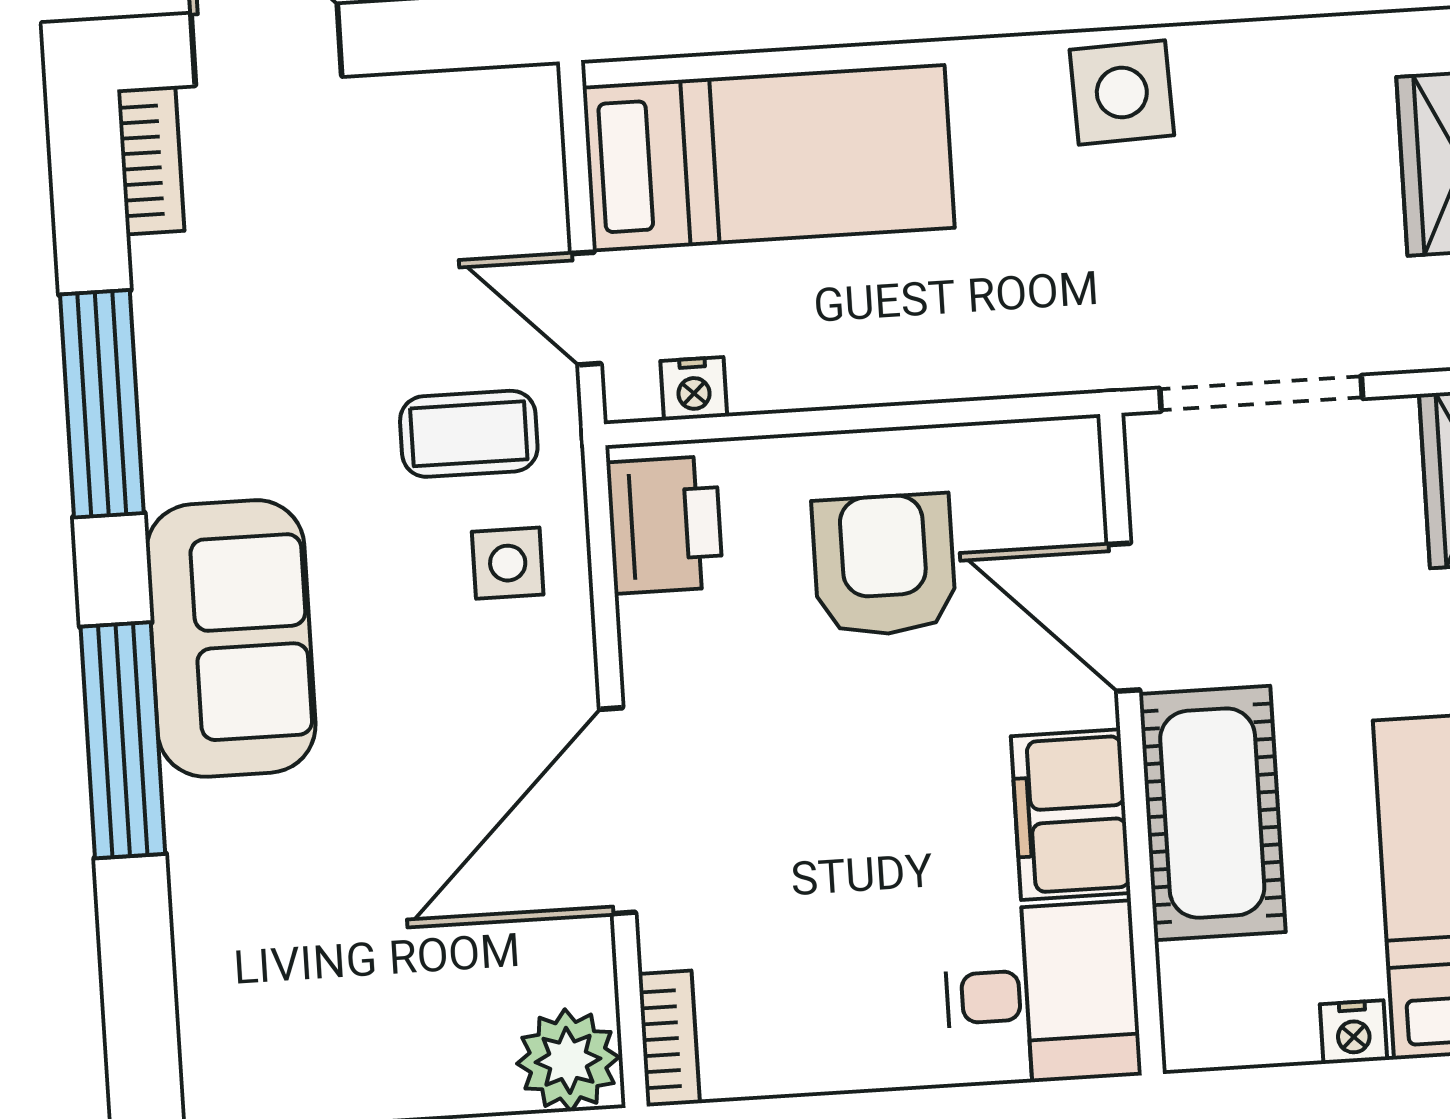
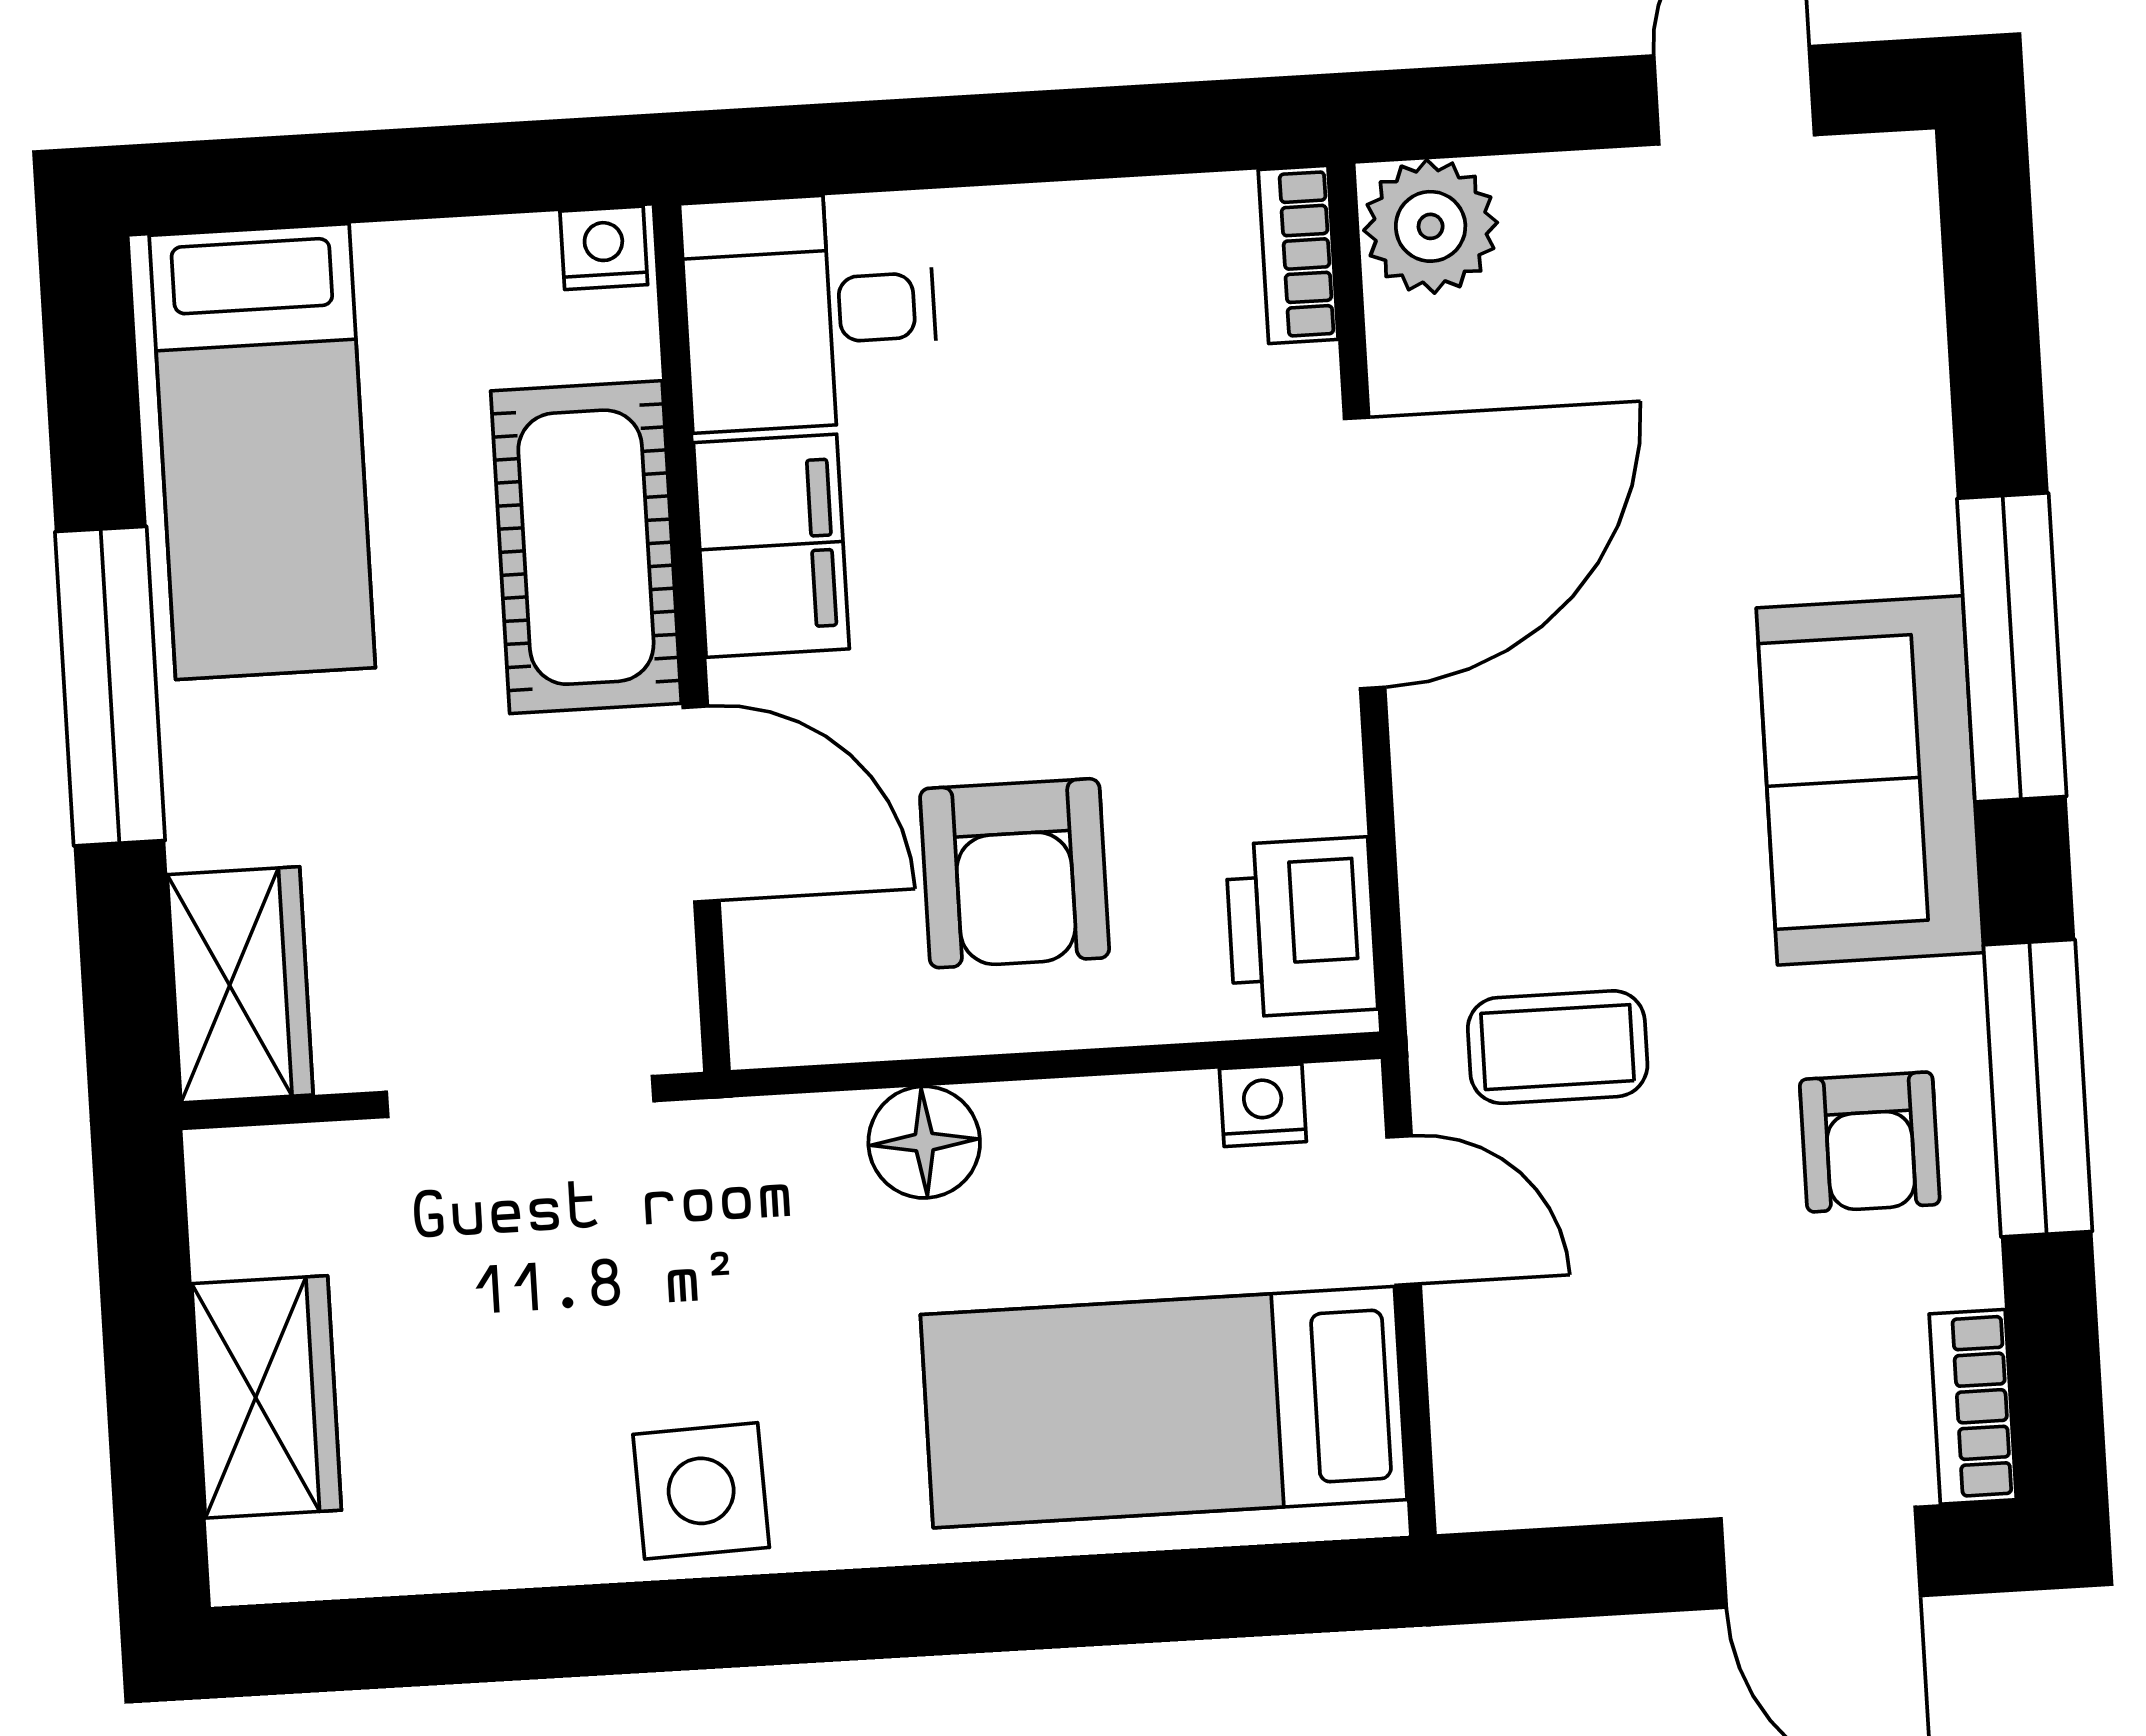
floor lamp: (952, 359) -> (924, 1142), added
armchair: (230, 362) -> (1870, 1142), added
side table: (508, 563) -> (1507, 878), removed
nightstand: (1353, 1032) -> (604, 248), moved

